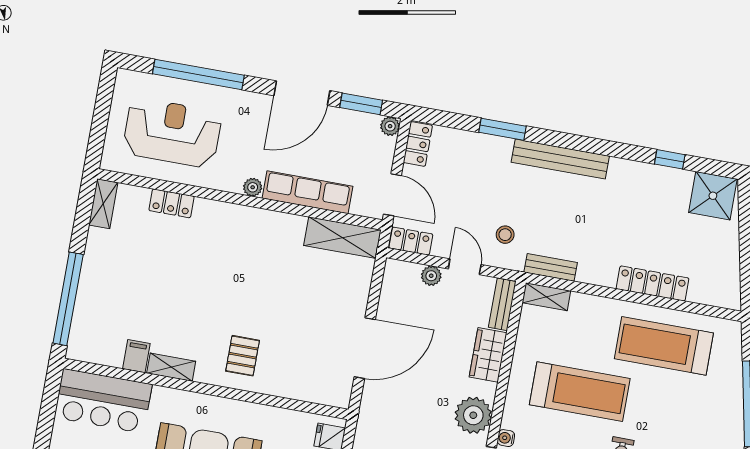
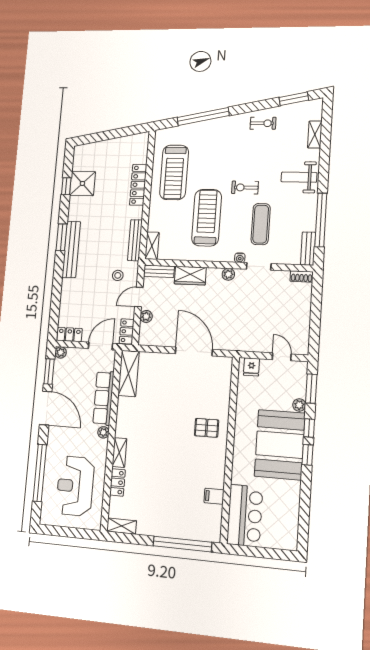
window: (503, 129) -> (62, 237), moved
shower: (713, 196) -> (82, 183), moved
bench: (551, 267) -> (135, 240), width x1.36
shelving: (171, 367) -> (119, 452), moved
plant: (473, 415) -> (228, 274), width x0.53, depth x0.53

